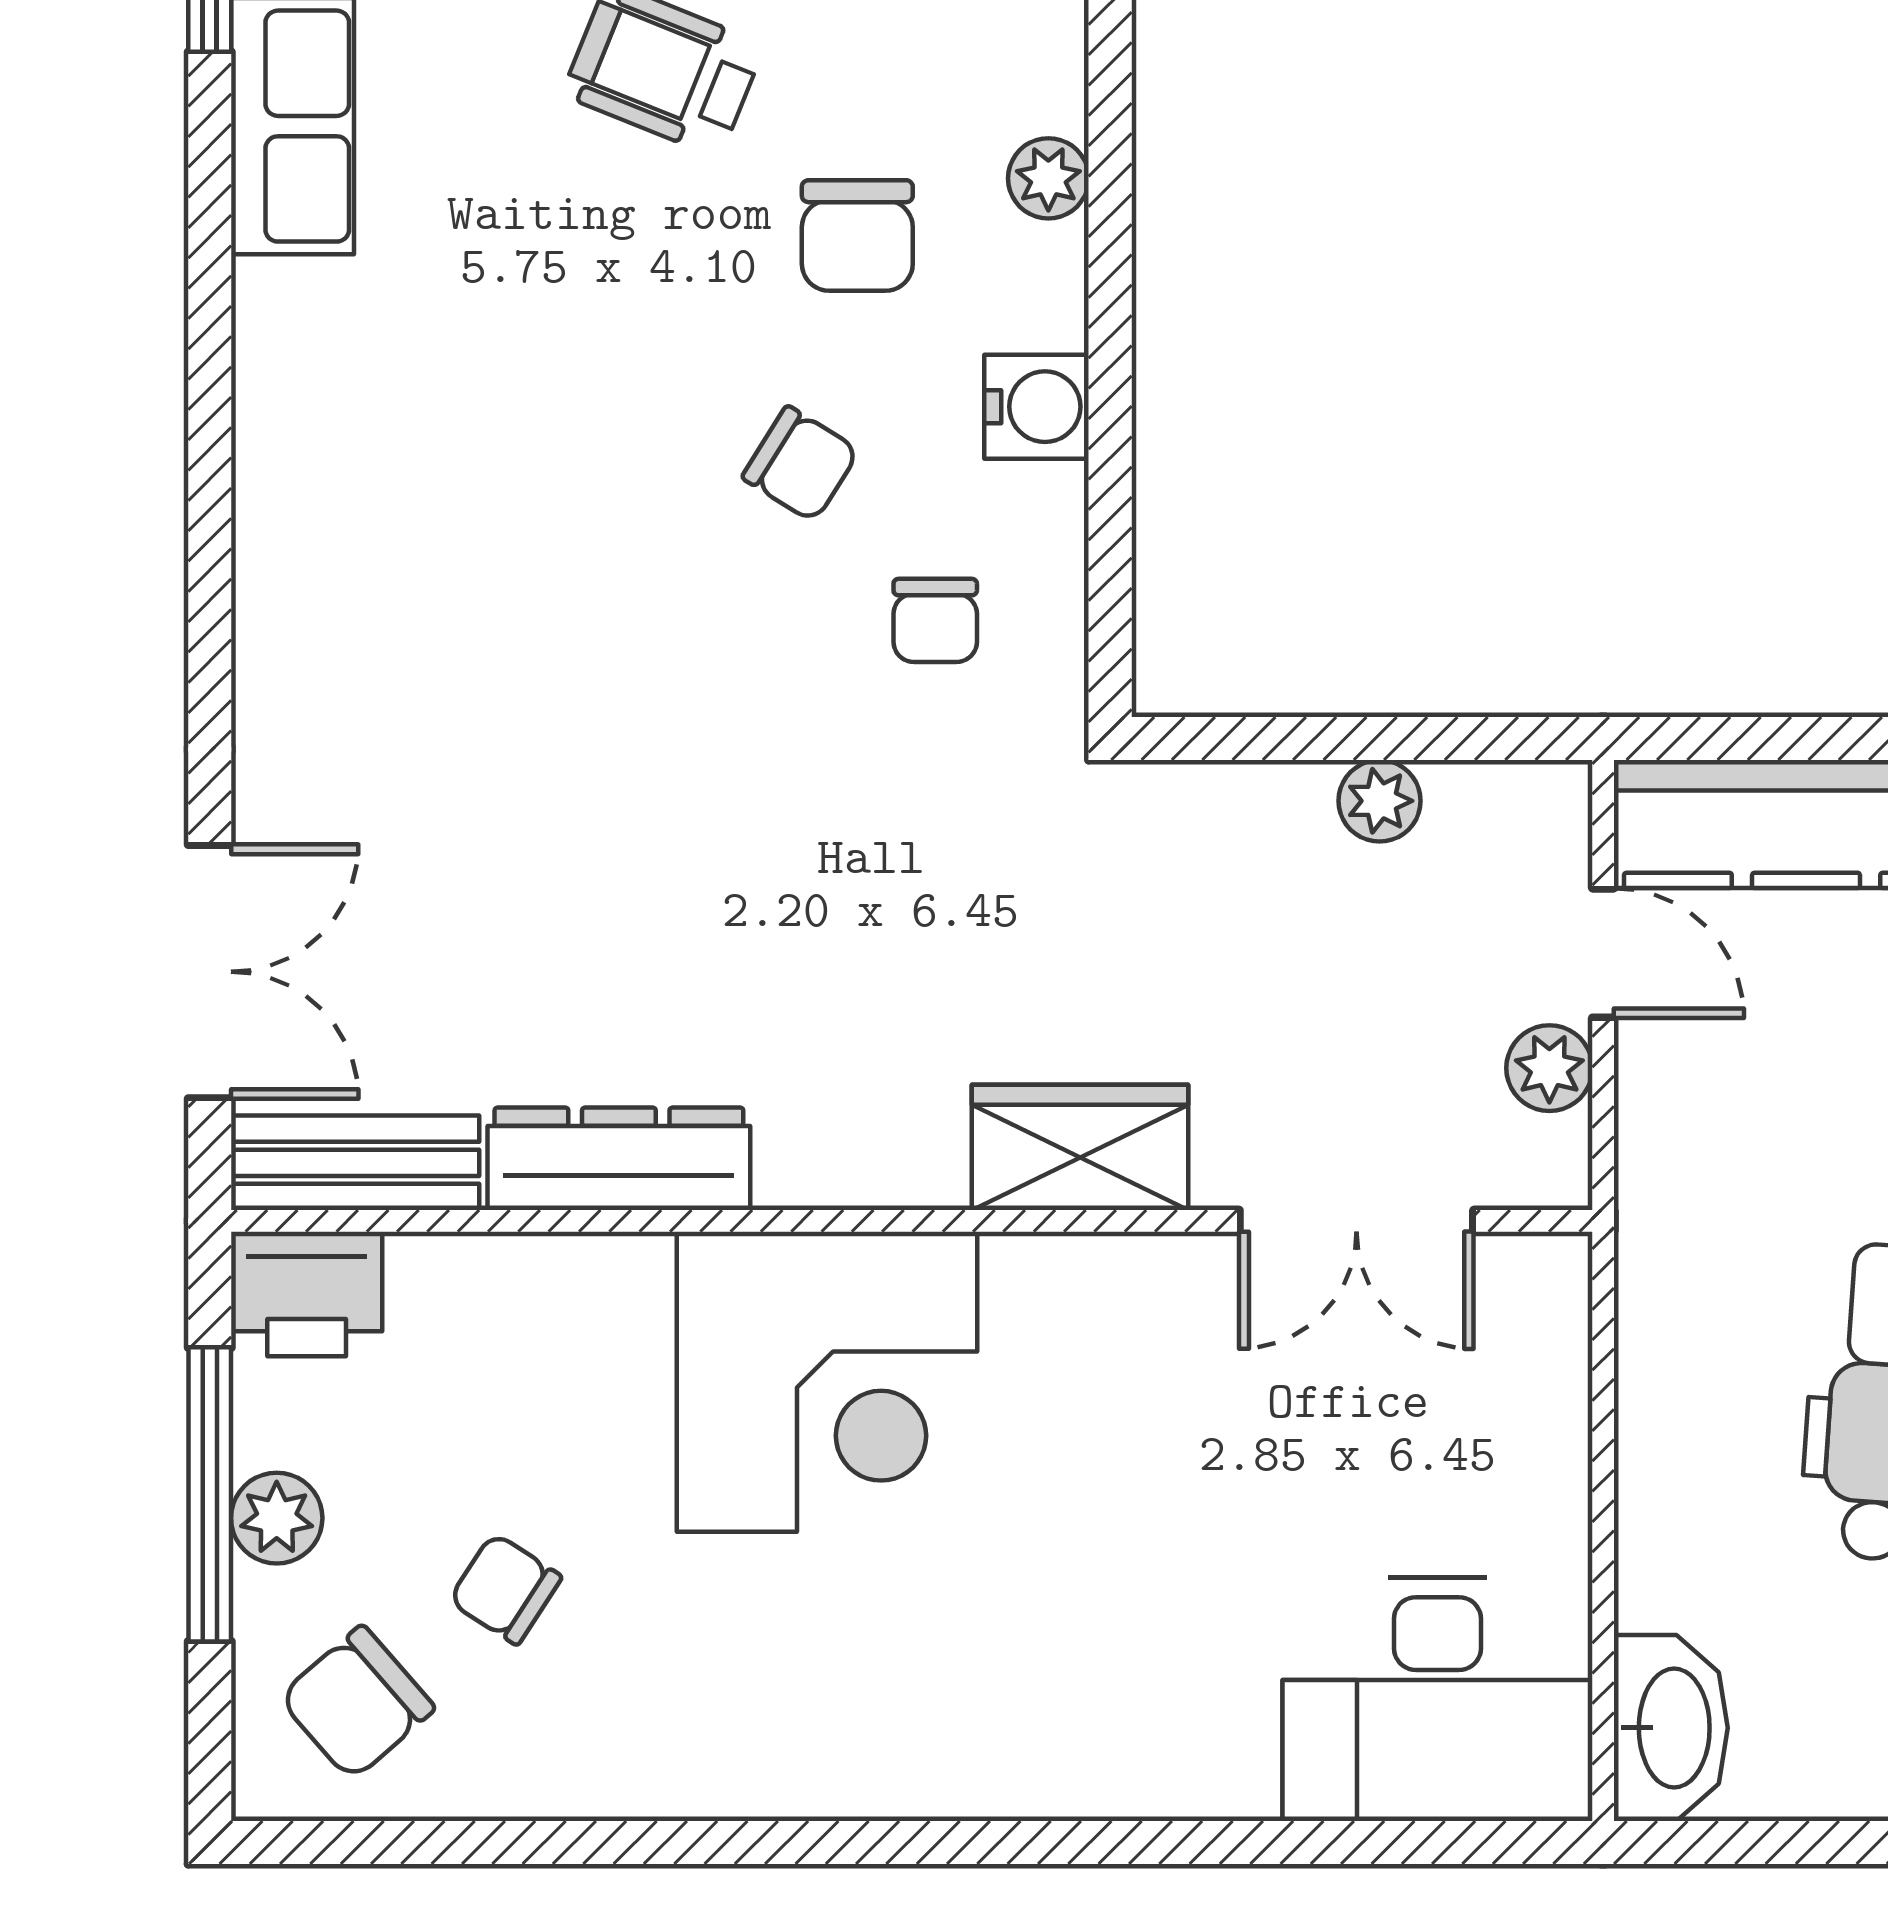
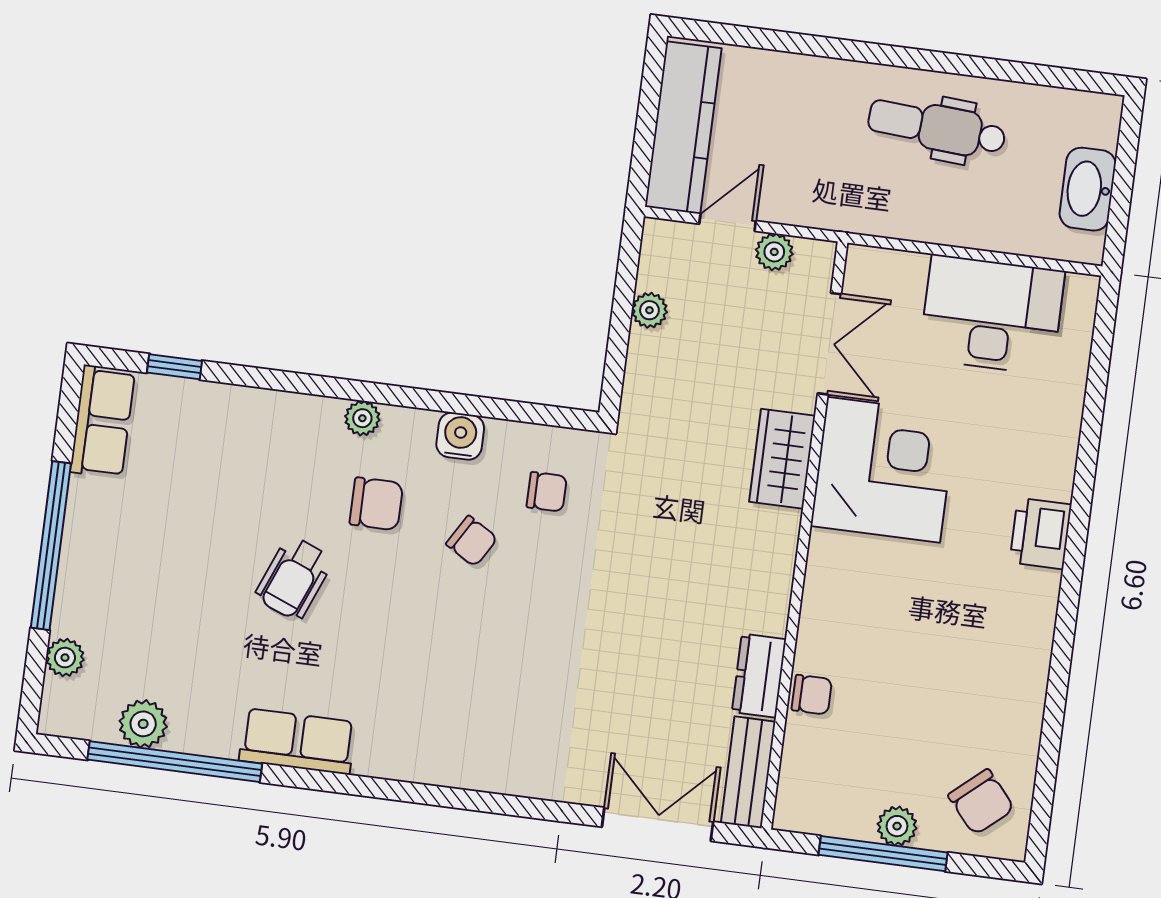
chair: (801, 464) -> (472, 541), turned 89
dresser: (619, 1159) -> (759, 676), width x0.70
printer: (307, 1294) -> (1041, 533), moved, turned 180
corner desk: (827, 1382) -> (883, 470), moved
chair: (505, 1589) -> (812, 695), moved, turned -123
desk: (1437, 1699) -> (992, 315), moved, turned -90
washbasin: (1671, 1728) -> (1088, 189), moved, turned -90

